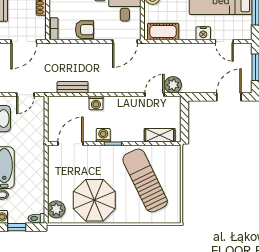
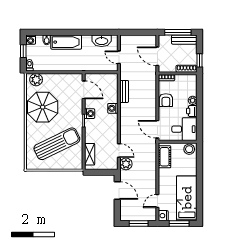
nightstand: (203, 33) -> (163, 216), moved
door: (229, 97) -> (117, 190), moved

